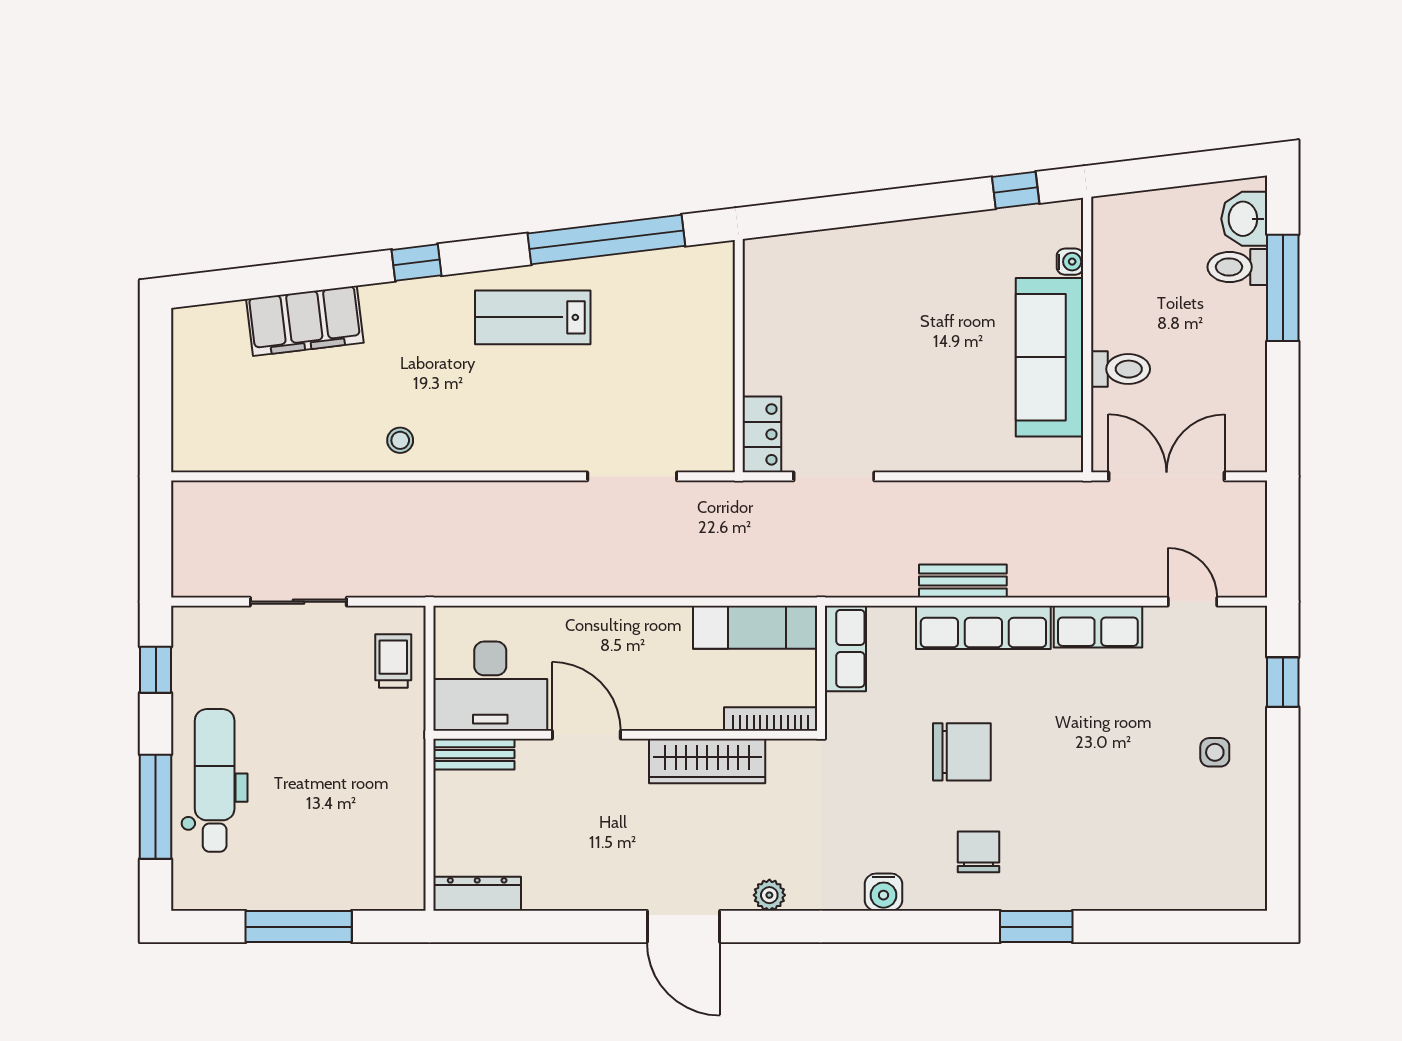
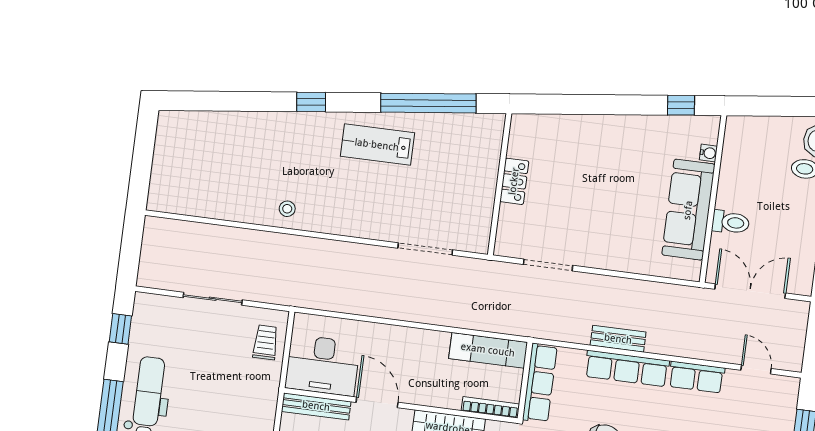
filing cabinet: (305, 321) -> (239, 129), removed
locker: (762, 434) -> (514, 181), moved
row of seats: (845, 649) -> (540, 383), width x1.48
bench: (474, 754) -> (316, 406), width x1.36

